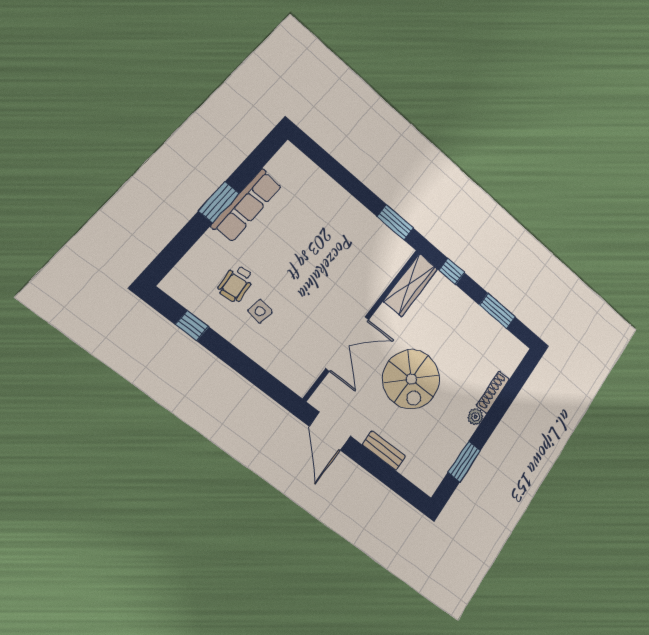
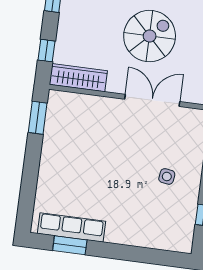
window: (219, 202) -> (70, 245), moved
row of seats: (247, 205) -> (72, 227), moved
wheelchair: (236, 284) -> (158, 204), removed

